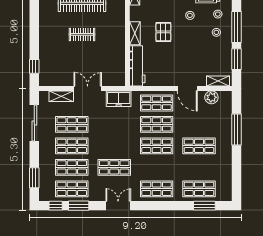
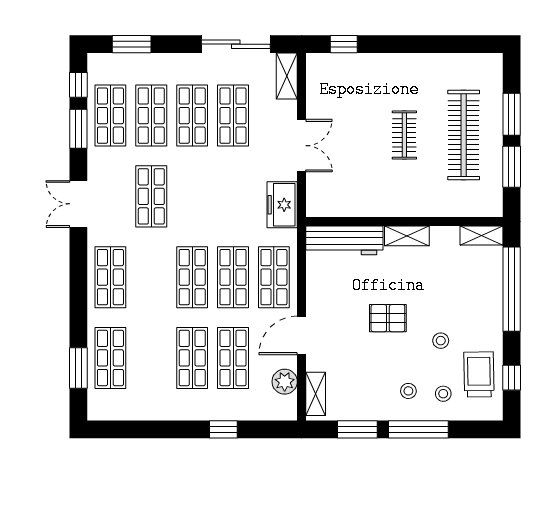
pallet: (163, 32) -> (388, 318), moved
shelving: (61, 96) -> (287, 76), moved
shop shelf: (199, 124) -> (233, 358), added
window: (236, 130) -> (223, 429), width x0.46
double door: (118, 206) -> (78, 204), swing flipped

